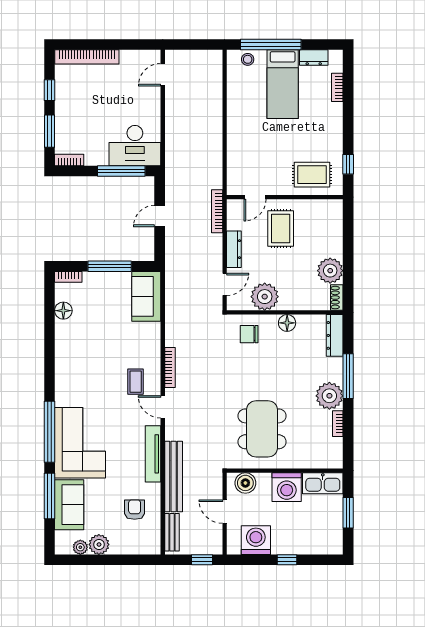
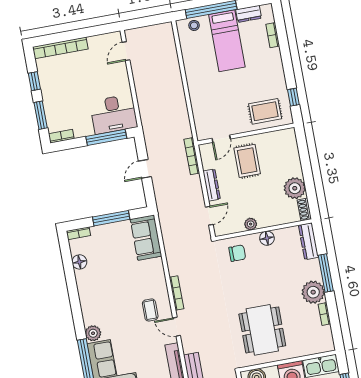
plant: (265, 297) -> (251, 224), width x0.53, depth x0.53
chair: (249, 334) -> (237, 253), turned 180
plant: (64, 397) -> (93, 333), added

